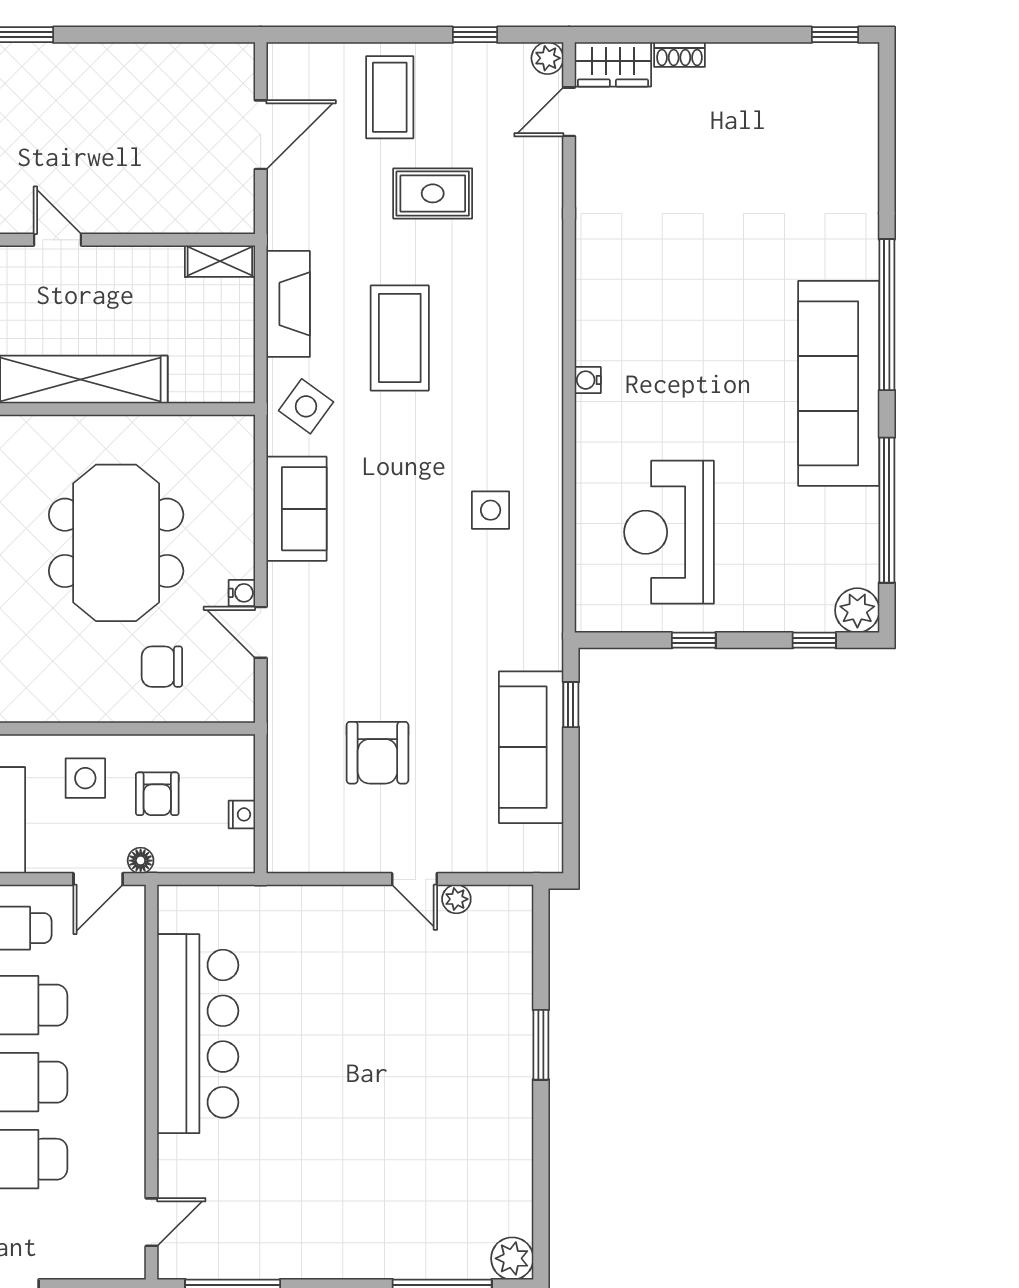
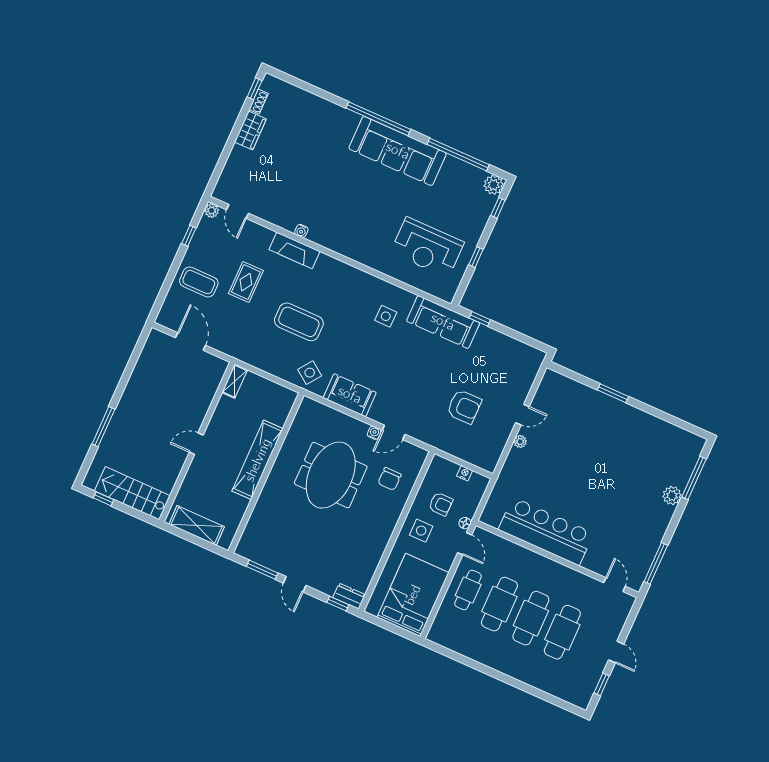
shoe rack: (680, 55) -> (259, 102), moved
wardrobe: (613, 64) -> (250, 131), moved
fireplace: (288, 304) -> (294, 250), moved, turned 180
water cooler: (588, 380) -> (301, 231), moved
meeting table: (116, 543) -> (331, 475), turned 90
sofa: (531, 747) -> (443, 322), moved
plant: (456, 899) -> (520, 442), moved
plant: (512, 1258) -> (672, 496), moved

